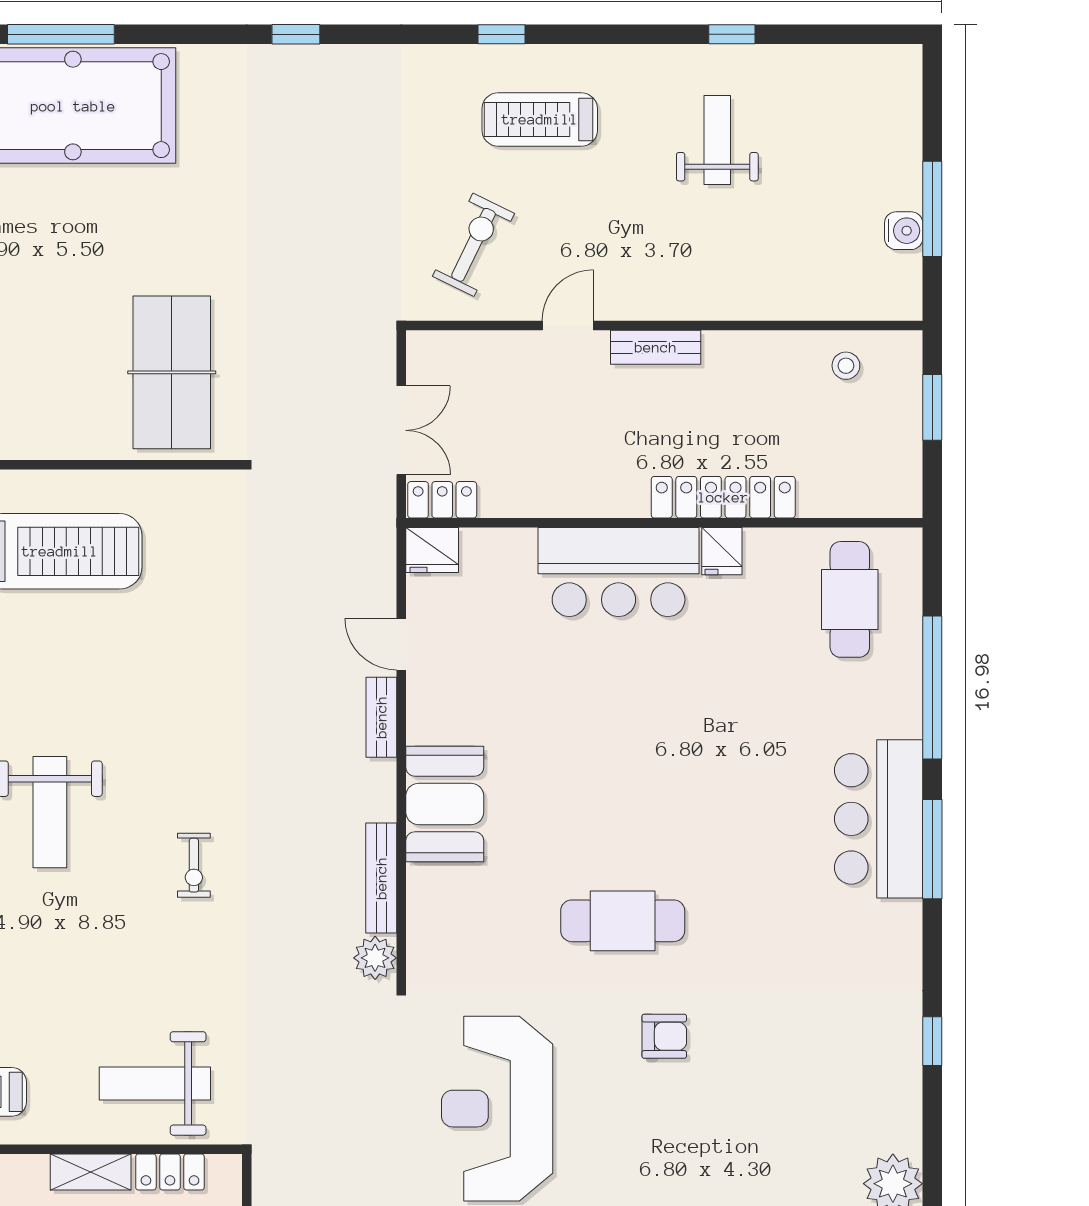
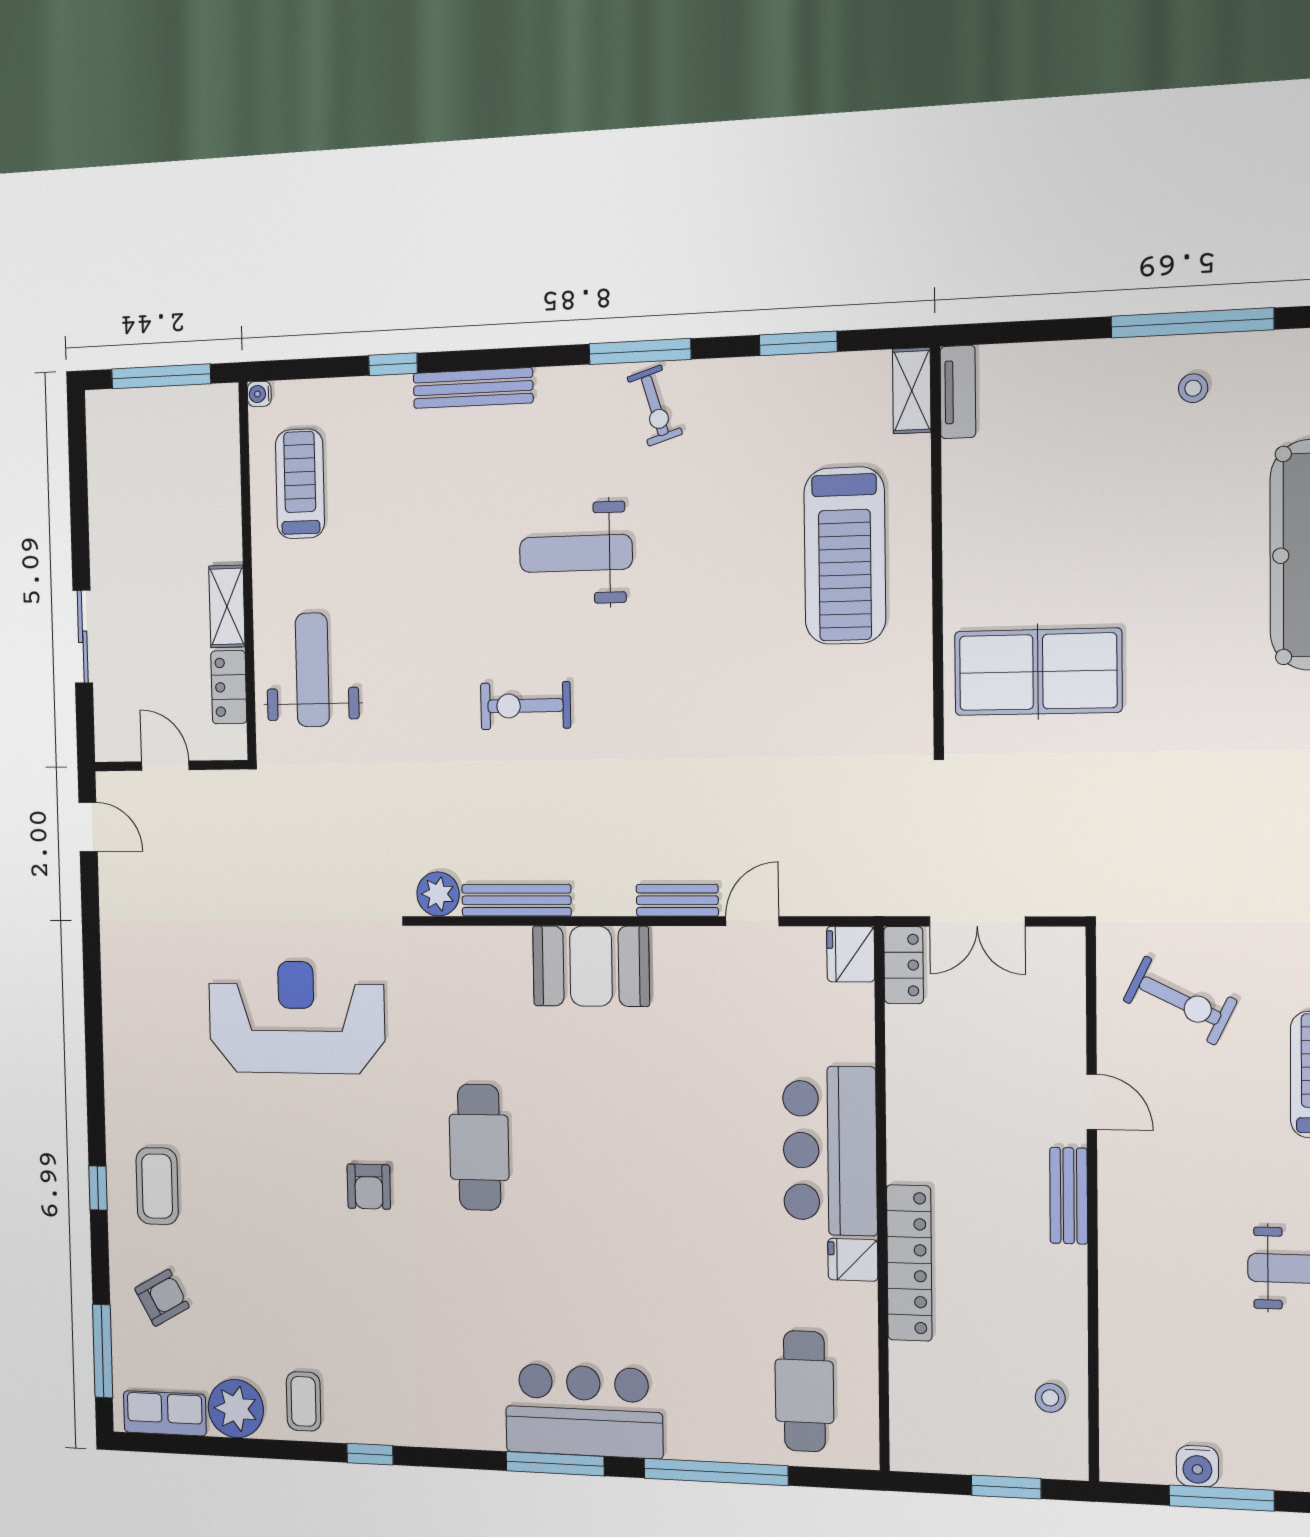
cafe table: (850, 599) -> (804, 1391), turned 90
exercise bike: (194, 865) -> (525, 706), width x1.38, depth x1.39
coffee table: (882, 1111) -> (304, 1401), added

